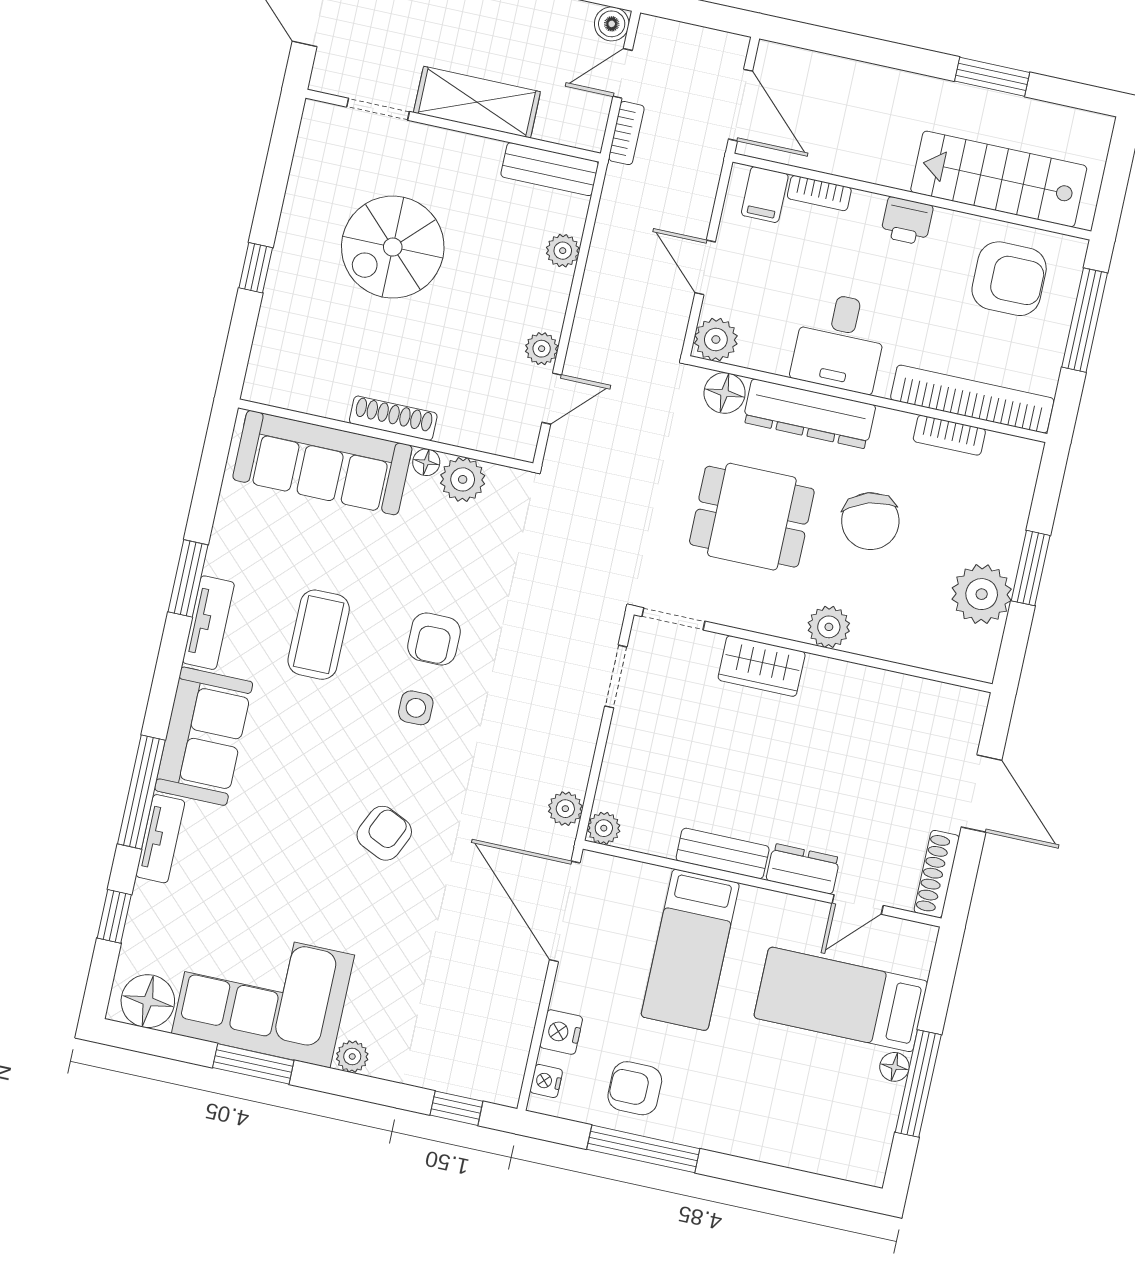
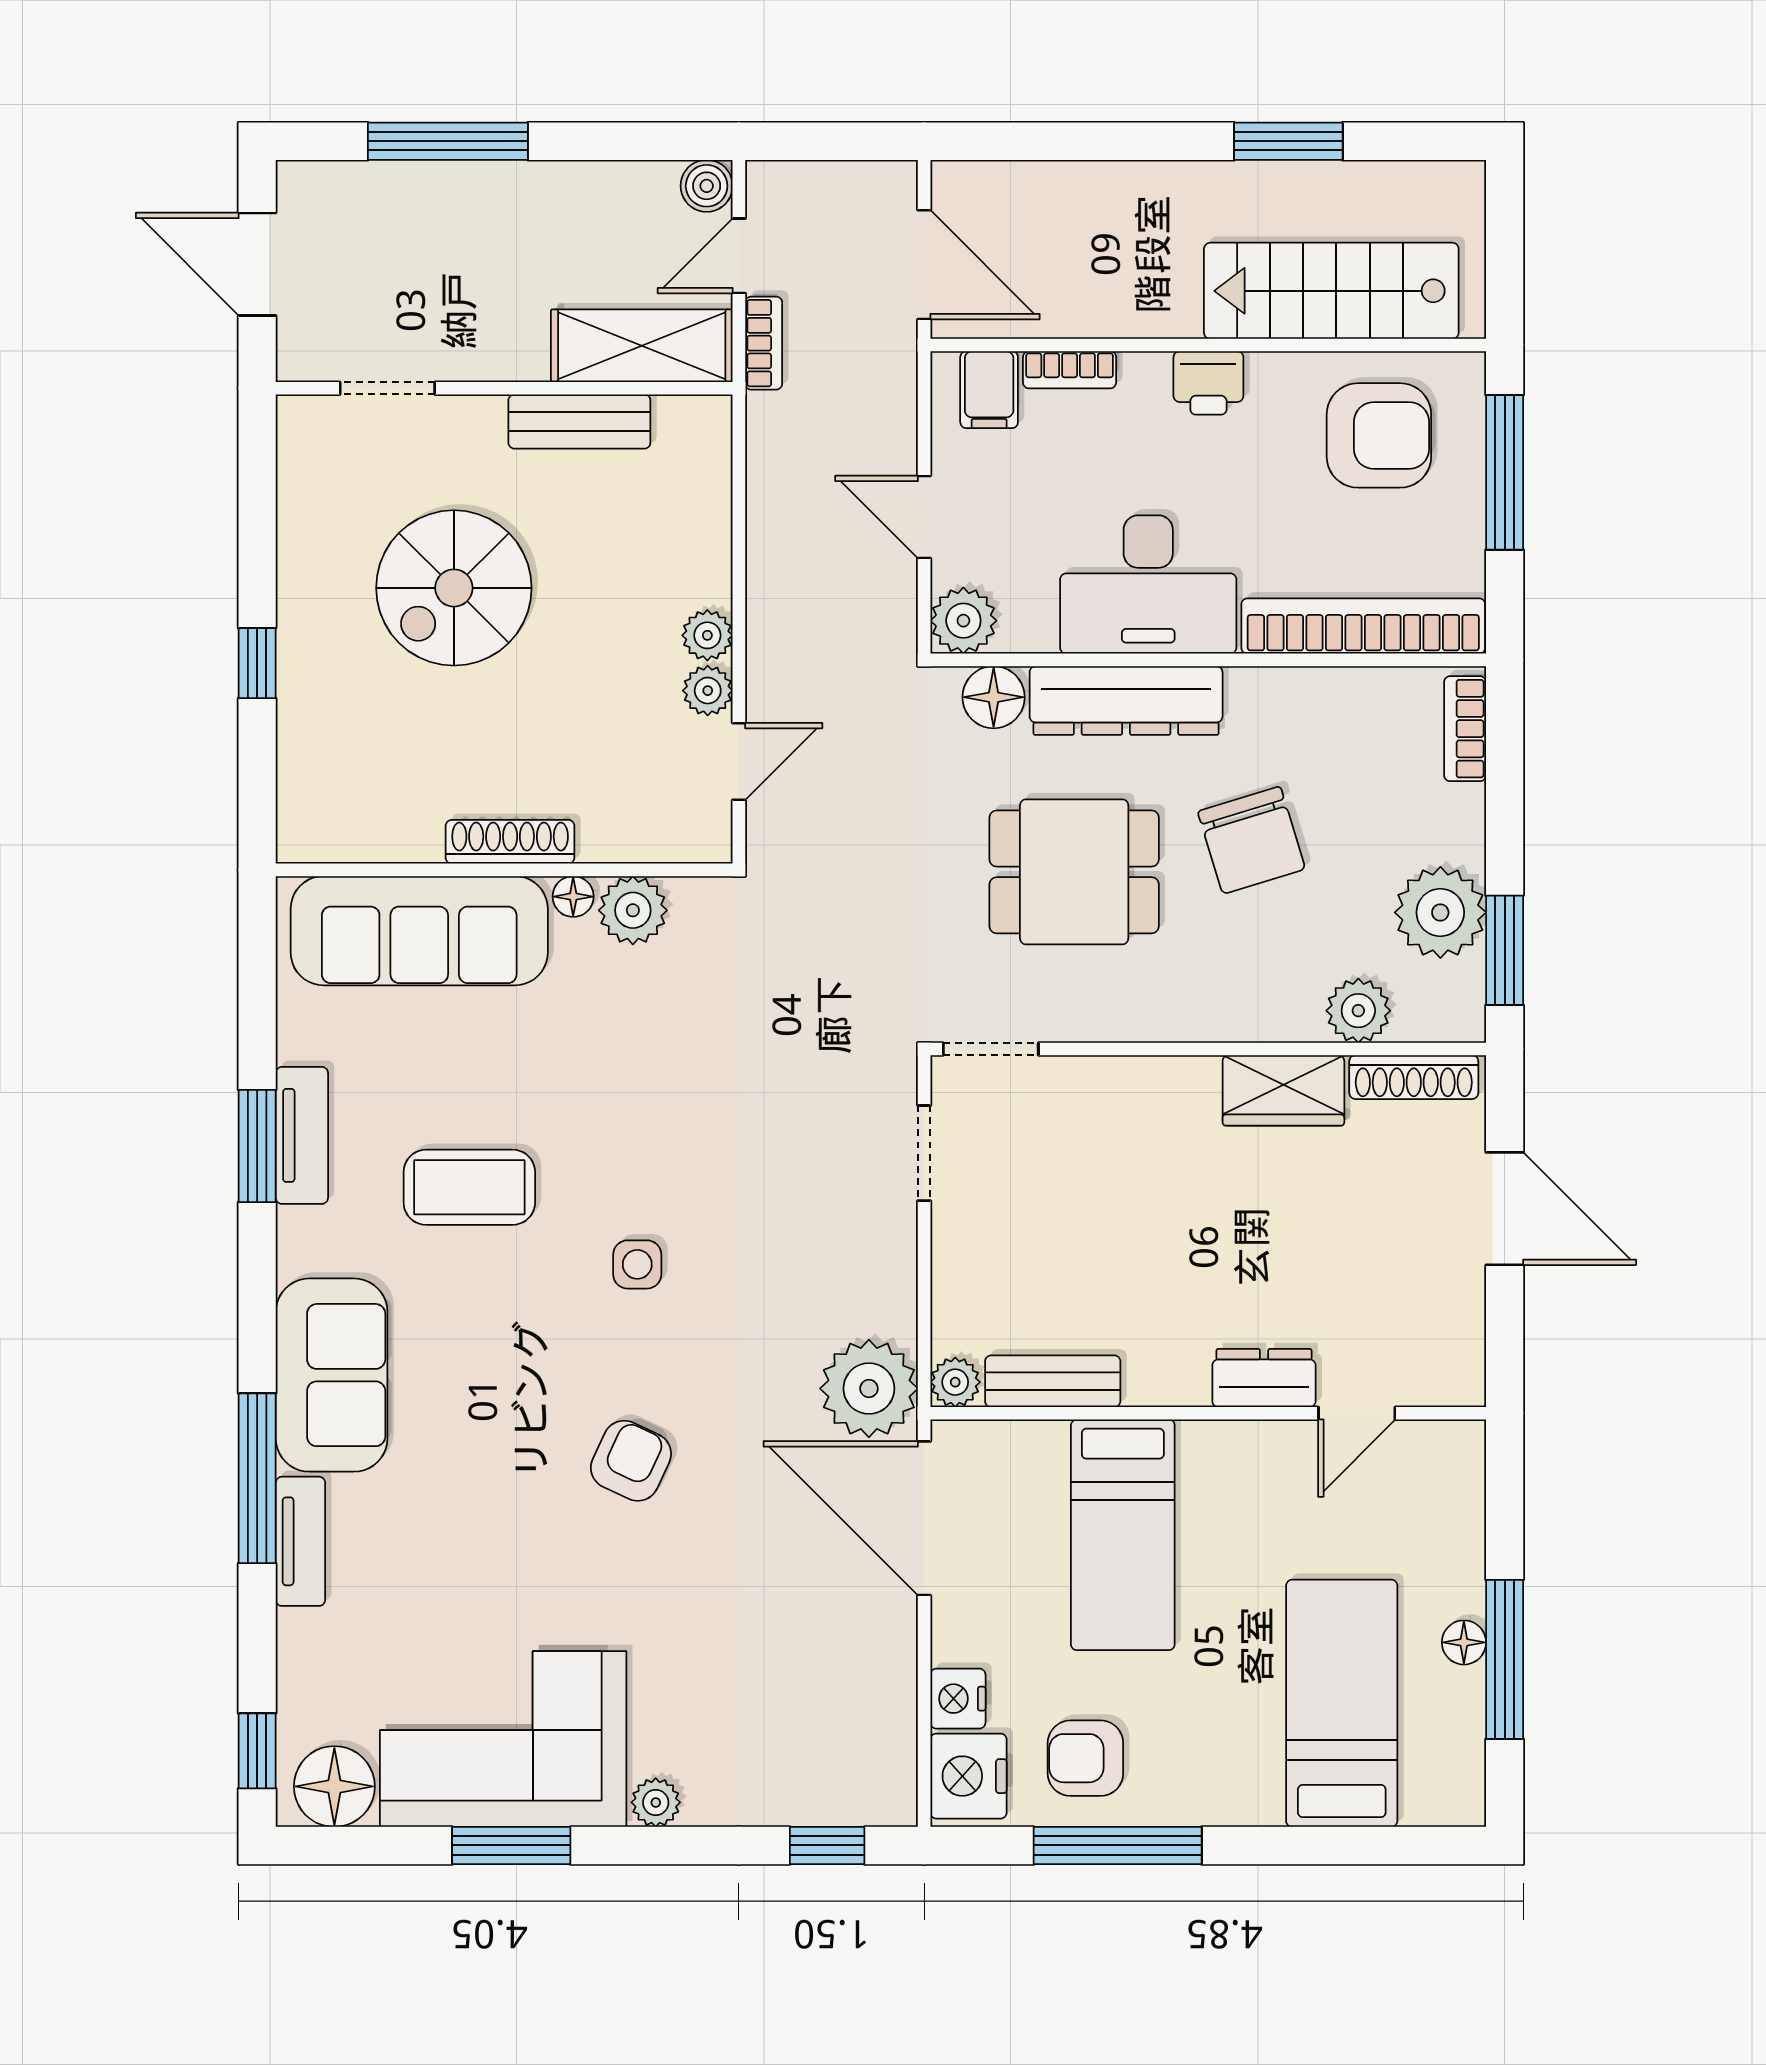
shelving: (477, 102) -> (642, 346), moved
bench: (550, 169) -> (579, 422), moved
plant: (563, 251) -> (707, 635), moved
desk: (840, 342) -> (1148, 584), width x1.37
bookcase: (949, 435) -> (1465, 729), moved, turned 90
window: (1031, 568) -> (1505, 950), moved
tv unit: (208, 623) -> (302, 1135), moved
plant: (829, 627) -> (1358, 1011), moved
coffee table: (319, 635) -> (469, 1187), turned 90
armchair: (434, 639) -> (642, 1156), removed
wardrobe: (762, 666) -> (1283, 1090), moved
plant: (565, 809) -> (869, 1389), width x1.87, depth x1.87
bench: (723, 853) -> (1053, 1381), moved
shoe rack: (937, 874) -> (1414, 1077), moved, turned -90
window: (114, 916) -> (257, 1751), moved
bed: (841, 999) -> (1342, 1703), moved, turned 90
nightstand: (546, 1081) -> (968, 1776), width x1.89, depth x1.79

